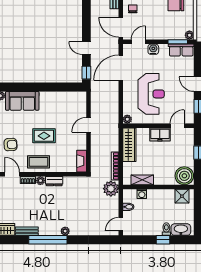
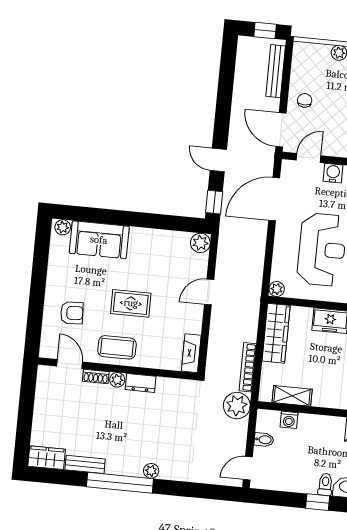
plant: (81, 97) -> (200, 243), added

